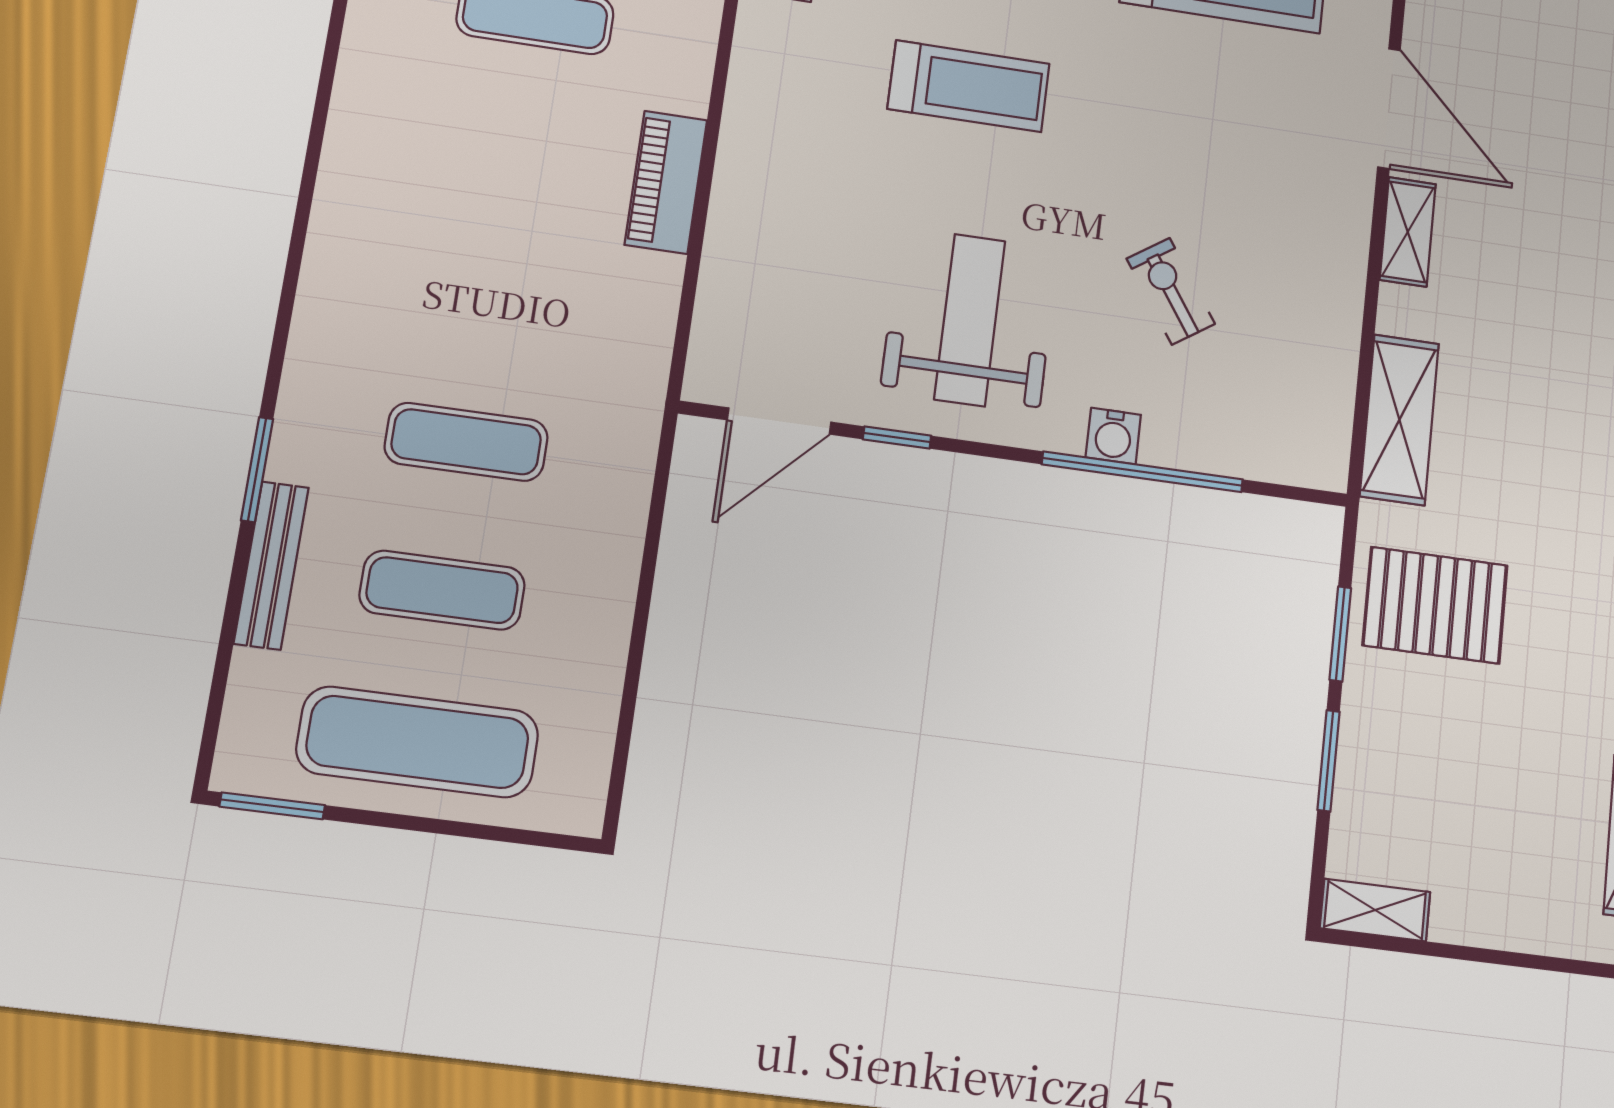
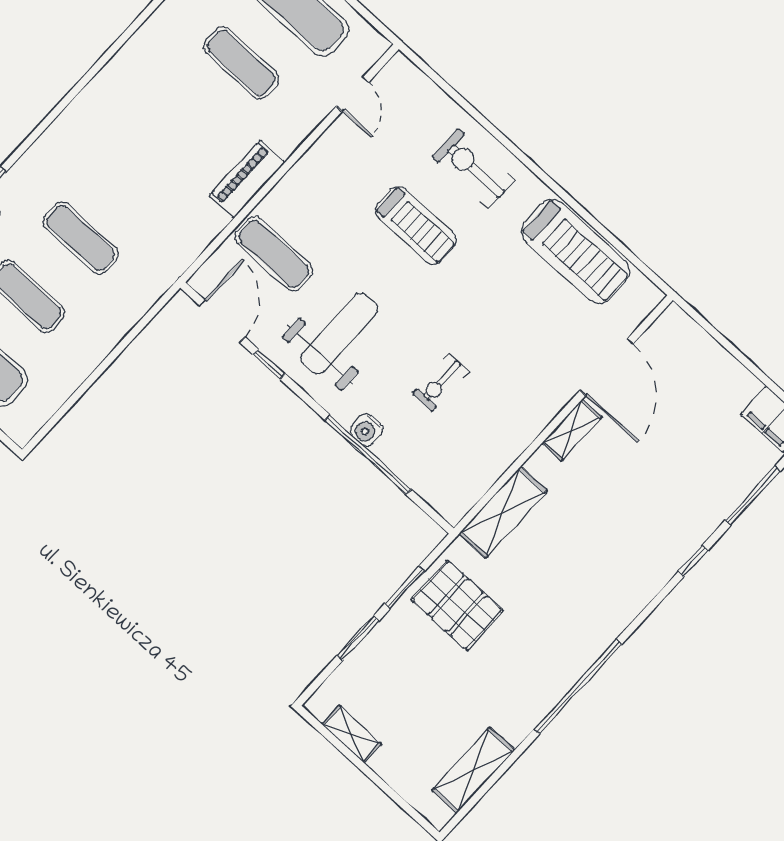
exercise mat: (786, 267) -> (274, 254), added
exercise bike: (1171, 291) -> (441, 382), turned -146
door: (779, 421) -> (222, 321), swing flipped
shelving: (1375, 910) -> (351, 734), moved

